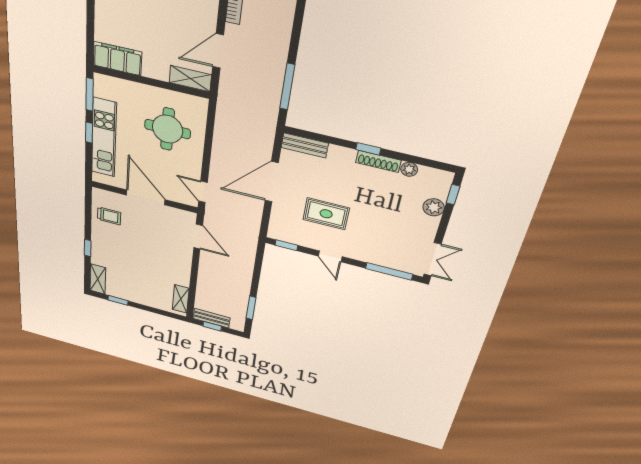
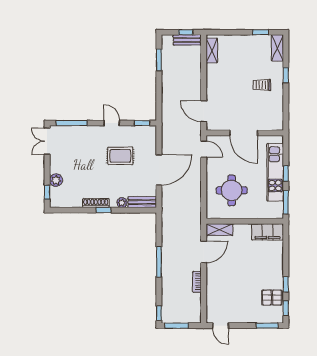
window: (287, 87) -> (159, 262), moved
plant: (409, 169) -> (122, 203), moved
trolley: (109, 216) -> (262, 85), moved

